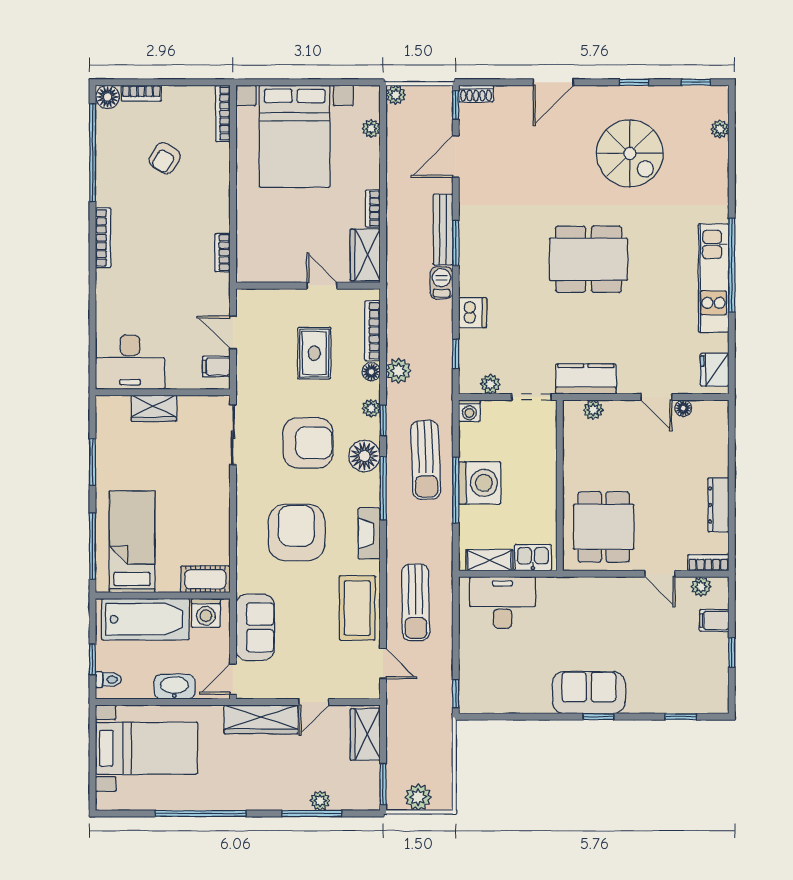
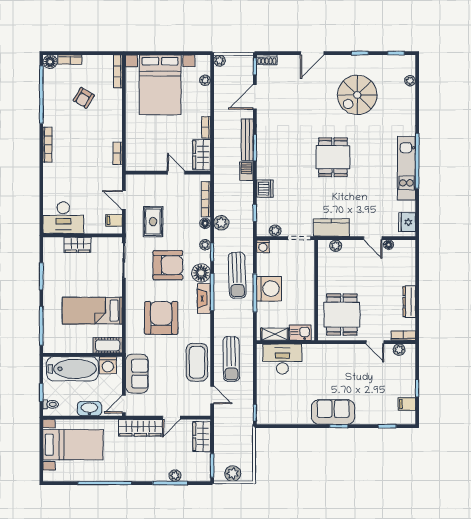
spiral stairs: (630, 153) -> (357, 95), turned 90
dining table: (589, 259) -> (333, 157), width x0.73
rug: (314, 353) -> (153, 222), moved
fireplace: (369, 533) -> (204, 298), moved
bed: (132, 542) -> (92, 311), moved, turned -90
filing cabinet: (714, 620) -> (407, 404), moved

